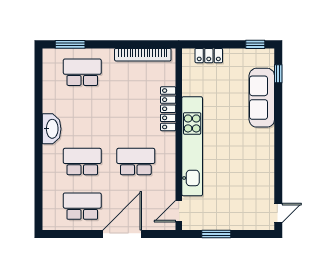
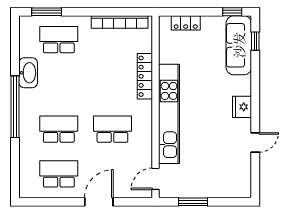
sofa: (262, 98) -> (239, 45), moved
washbasin: (52, 129) -> (28, 73), moved
window: (39, 139) -> (15, 107), added
fridge: (265, 139) -> (242, 107), added
door: (278, 213) -> (255, 142), moved
door: (122, 234) -> (99, 202), width x0.73

